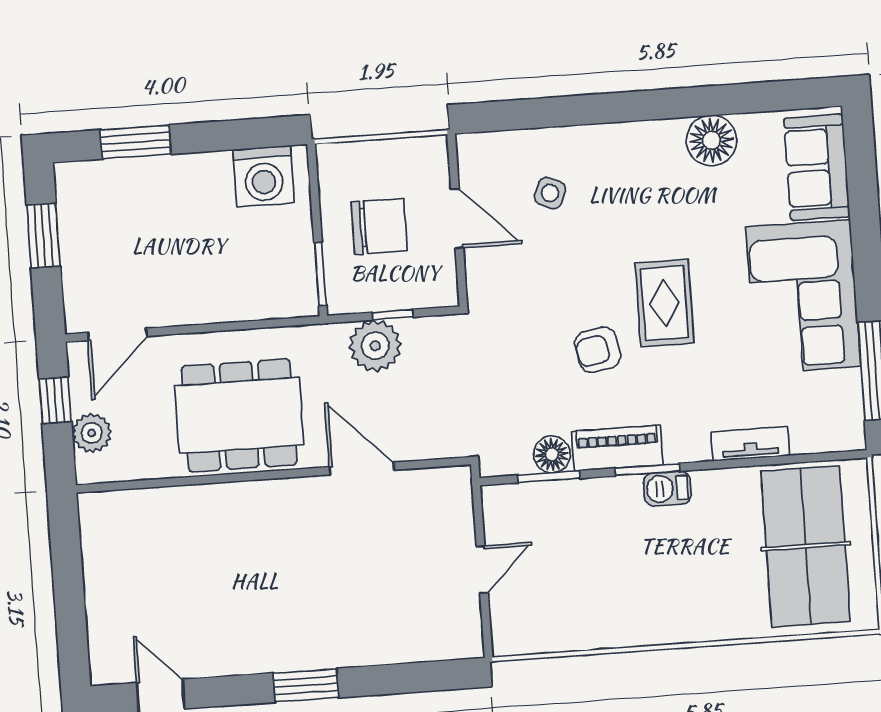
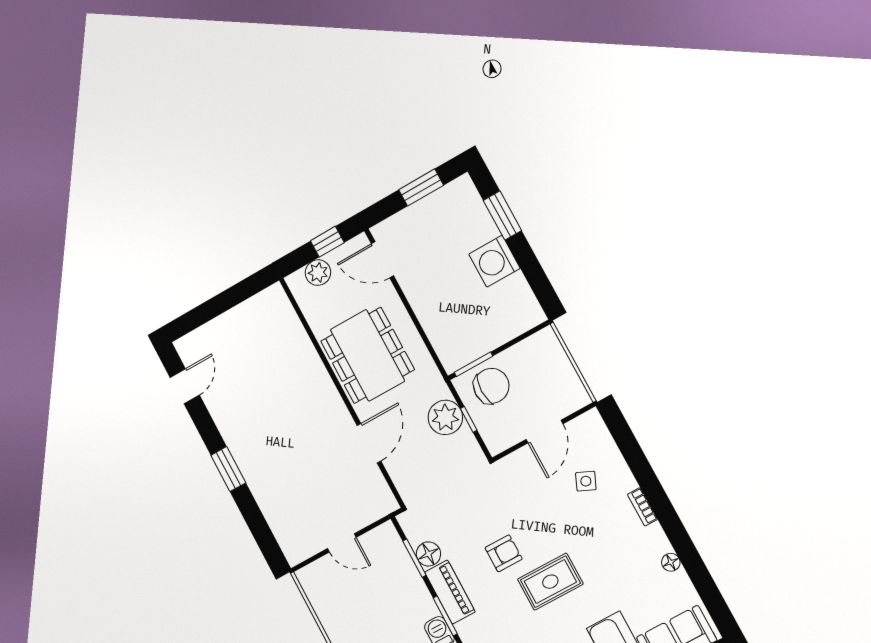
bookcase: (619, 133) -> (642, 507), added
floor lamp: (712, 140) -> (671, 562), width x0.53, depth x0.53
washing machine: (264, 176) -> (494, 261), moved
chair: (379, 226) -> (491, 386), moved, turned -90
armchair: (598, 350) -> (504, 553), turned 101

